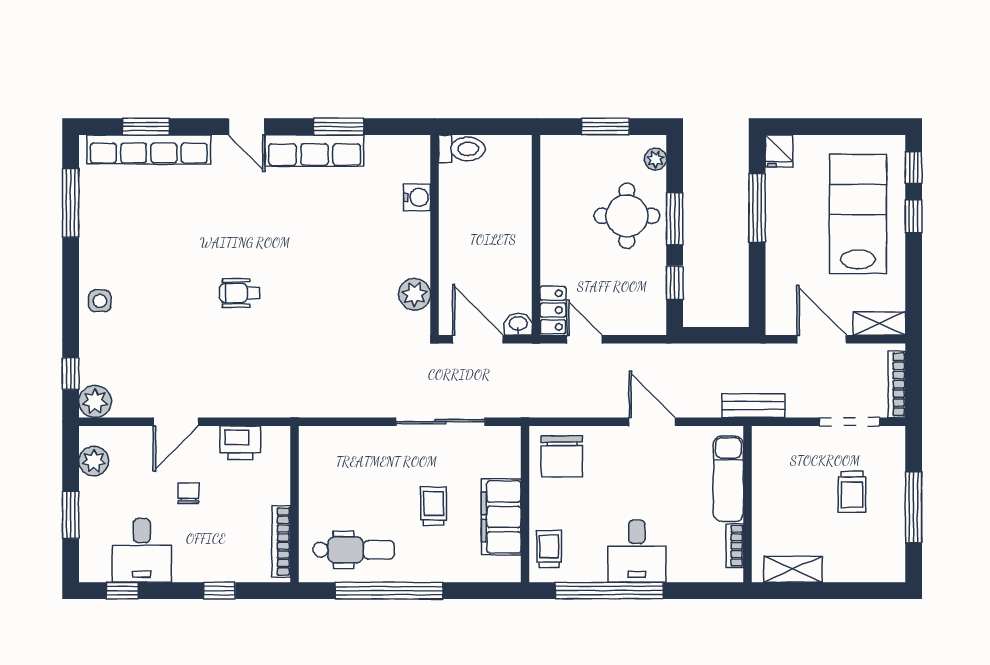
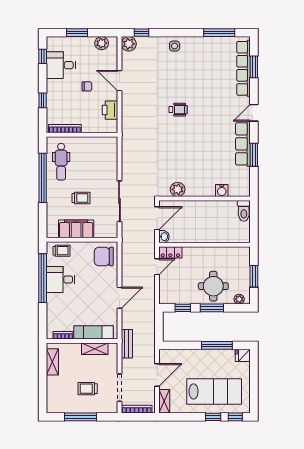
wheelchair: (239, 293) -> (178, 110), turned 90
shelving: (765, 476) -> (95, 349), added
desk: (637, 551) -> (61, 279), moved

